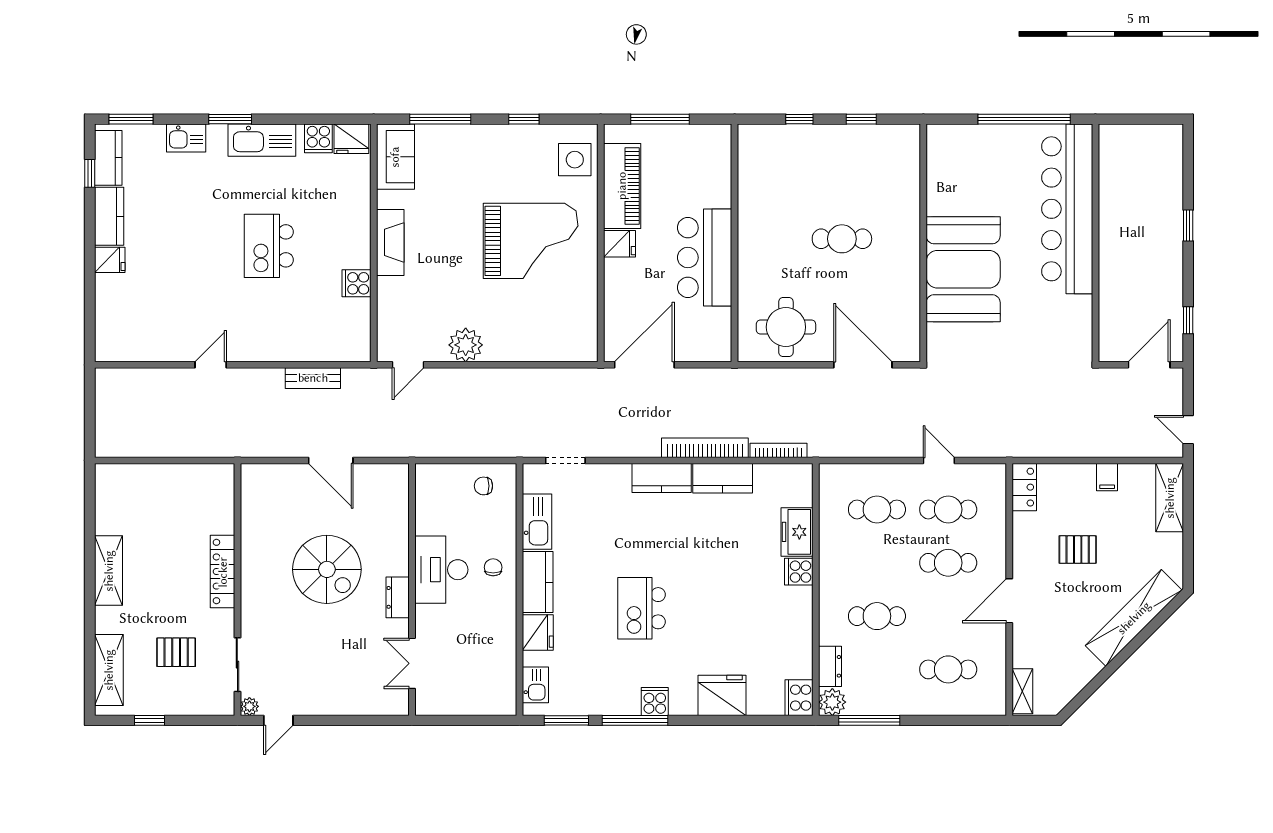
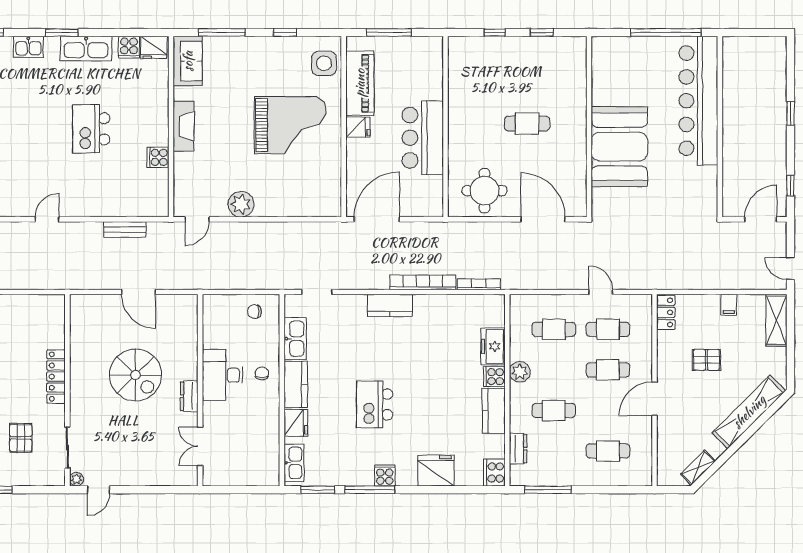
kitchen counter: (723, 478) -> (494, 411), moved, turned 90
pallet: (176, 652) -> (21, 438), turned 90
kitchen sink: (535, 685) -> (294, 463), width x1.38
shelving: (1022, 691) -> (698, 468), moved, turned 45
plant: (832, 702) -> (520, 372), moved

